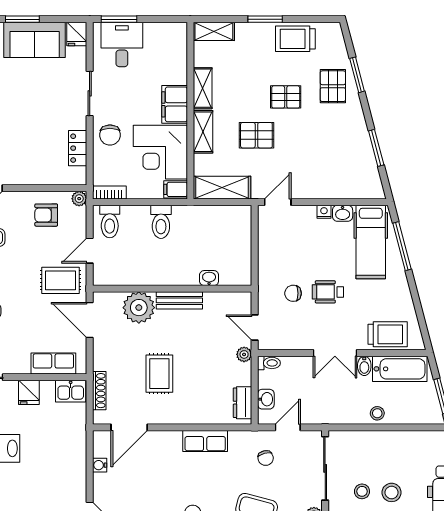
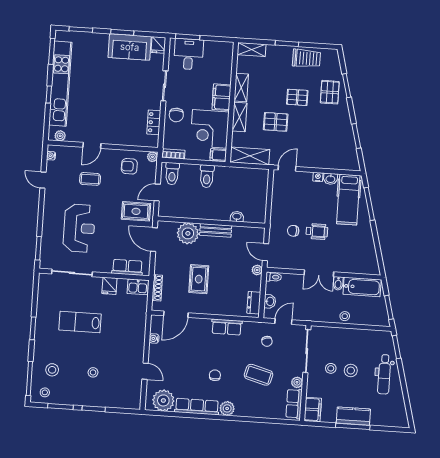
trolley: (295, 39) -> (306, 58), turned 180
wheelchair: (328, 292) -> (317, 231), turned 180
trolley: (388, 334) -> (355, 263), removed

